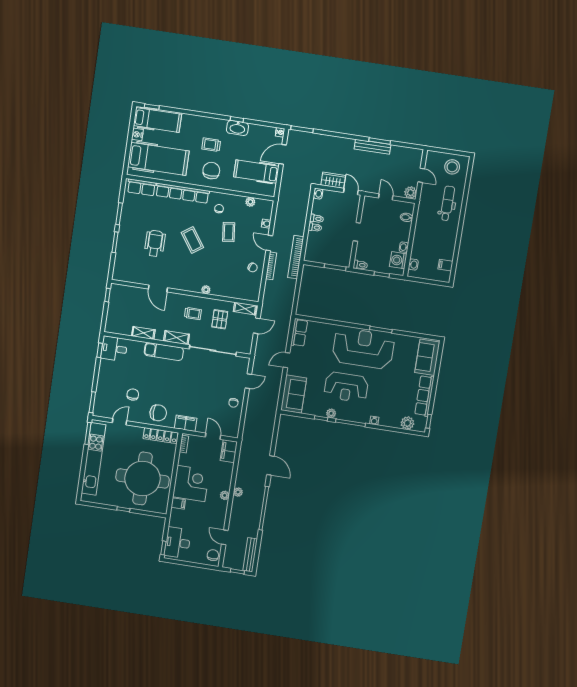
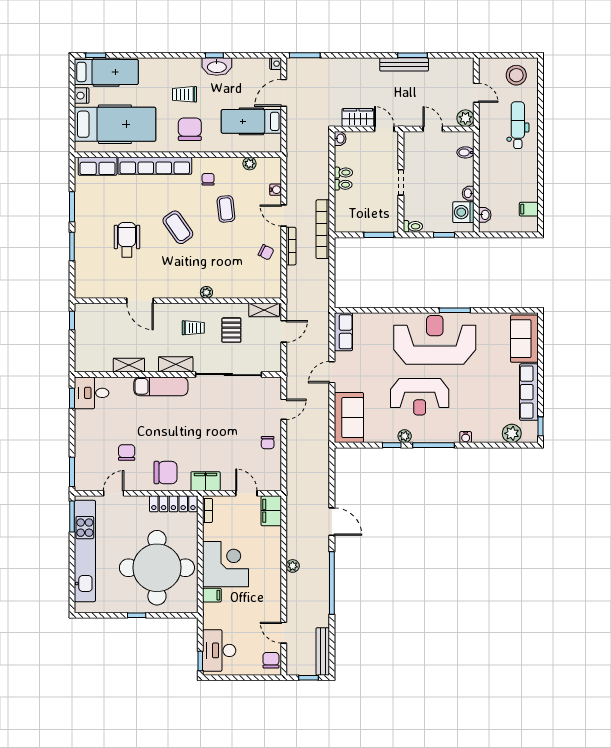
plant: (225, 495) -> (275, 573), removed

